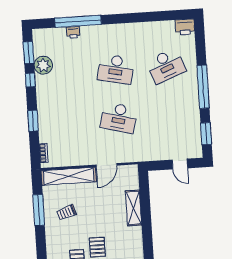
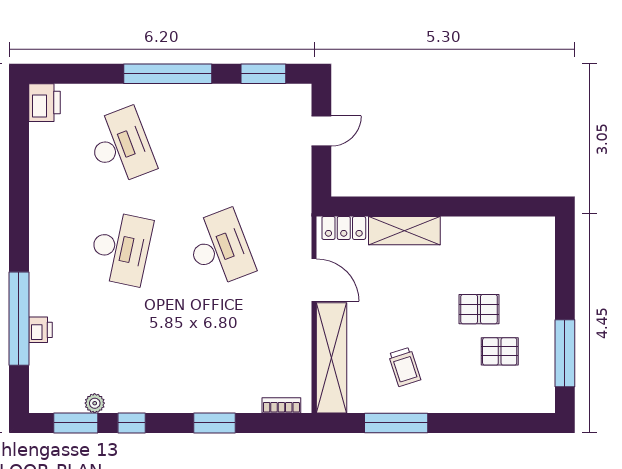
plant: (43, 65) -> (95, 403), width x0.53, depth x0.53
desk: (119, 118) -> (220, 248), turned -36
locker: (133, 178) -> (344, 228), added

